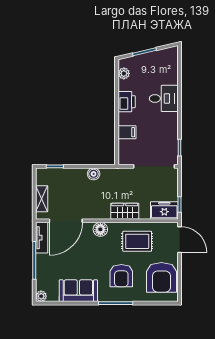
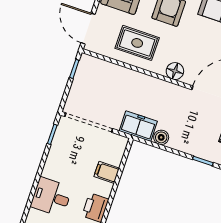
freezer: (164, 210) -> (138, 126), moved, turned 180
wardrobe: (125, 211) -> (140, 82), removed

